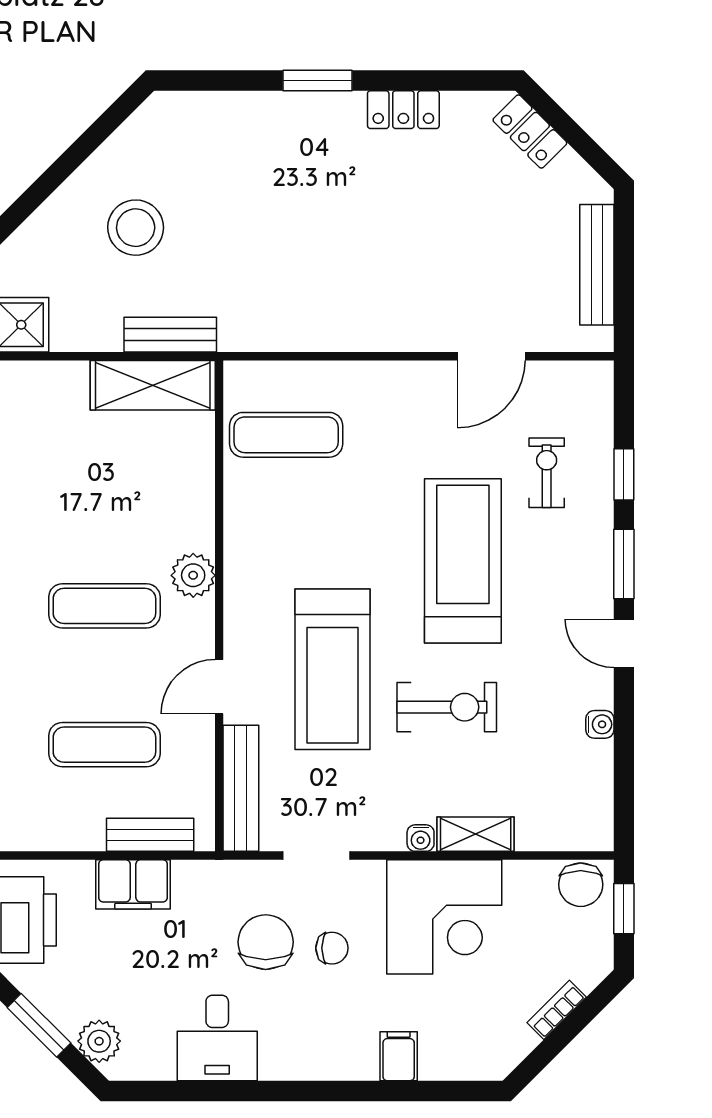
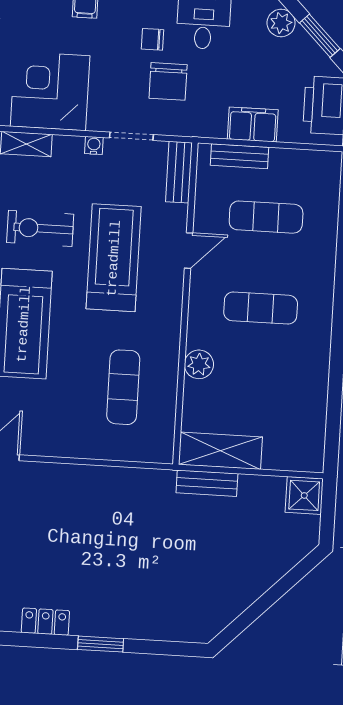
stool: (136, 228) -> (225, 555), removed
exercise mat: (286, 435) -> (123, 387), moved, turned 90
plant: (193, 575) -> (199, 364), moved
bench: (241, 788) -> (179, 172), width x0.73
water cooler: (421, 838) -> (94, 145), moved
chair: (332, 948) -> (152, 39), moved

